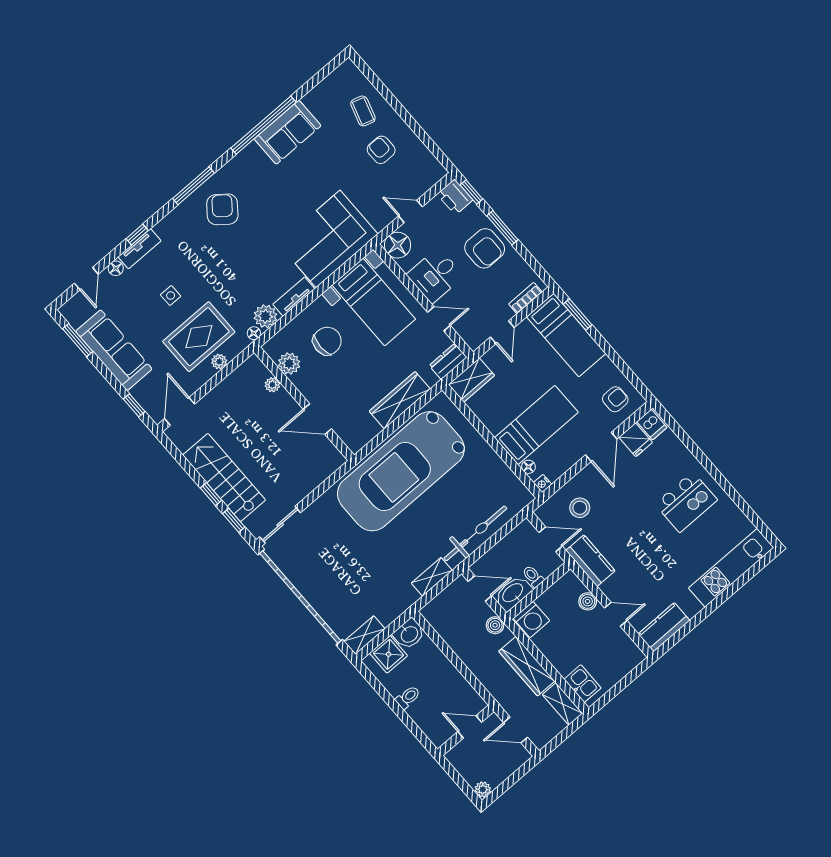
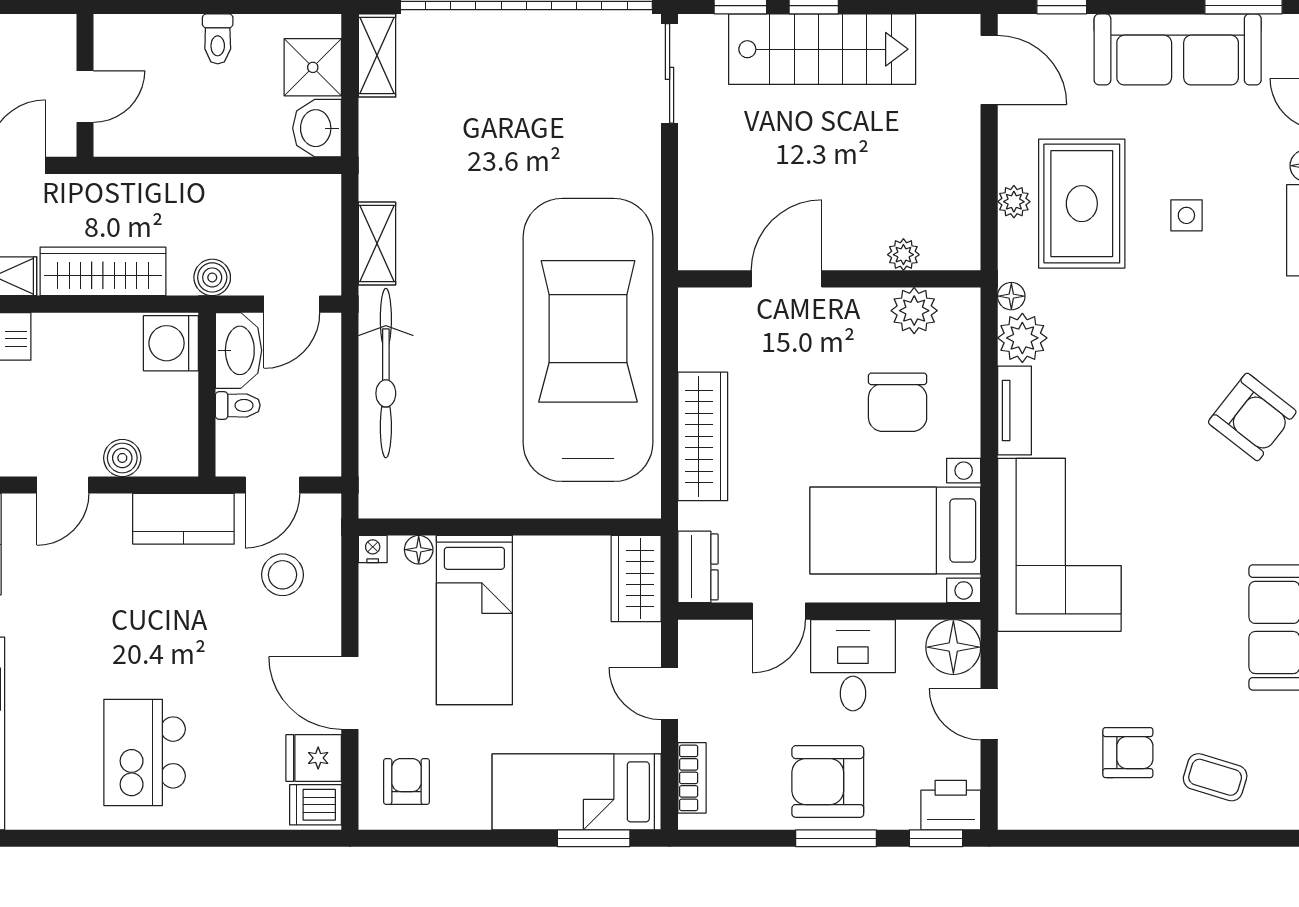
door: (410, 211) -> (989, 714), swing flipped
armchair: (615, 399) -> (406, 781), turned 180

